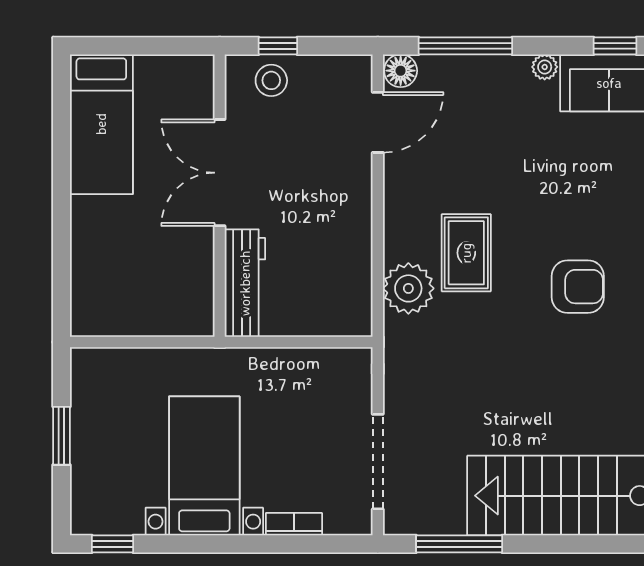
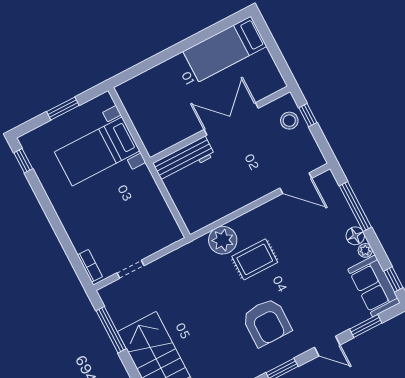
floor lamp: (401, 71) -> (355, 236), moved
armchair: (578, 287) -> (267, 322), width x1.36, depth x1.36
doorway: (378, 462) -> (131, 269), width x0.53
bed with nightstands: (204, 466) -> (97, 151), moved, turned 180
bookcase: (294, 524) -> (90, 266), moved

